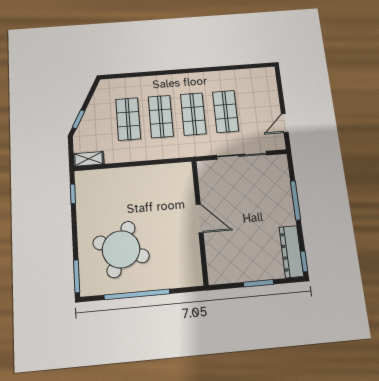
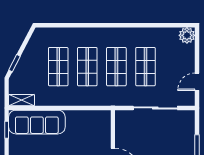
plant: (267, 76) -> (187, 35), added
sofa: (108, 182) -> (37, 122), added

